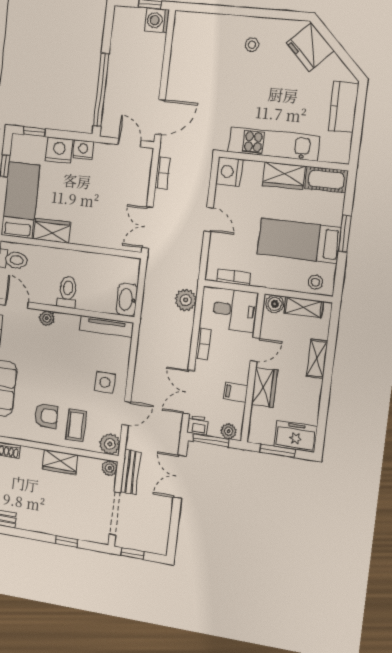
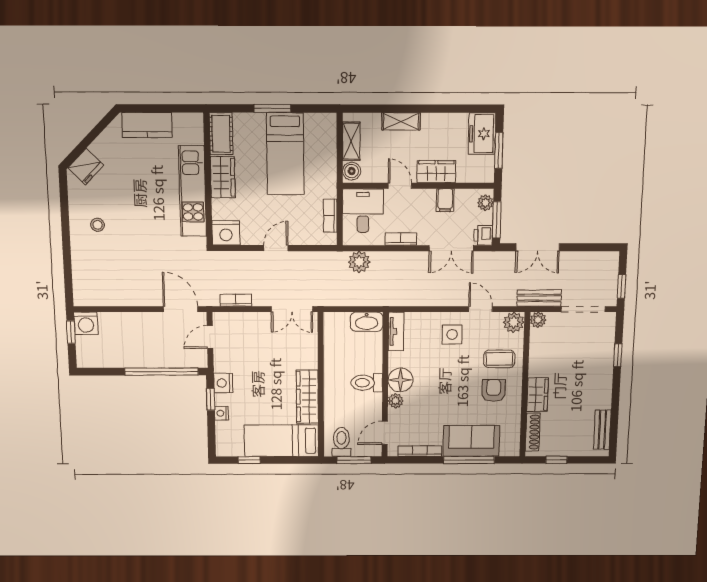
fridge: (310, 47) -> (86, 166), width x0.73, depth x0.75
window: (34, 132) -> (211, 399), moved
nightstand: (59, 150) -> (221, 413), width x0.53, depth x0.56
wardrobe: (52, 231) -> (307, 397), width x1.50
stool: (315, 282) -> (325, 132), removed
floor lamp: (67, 326) -> (400, 380), added
tv unit: (106, 326) -> (396, 331), width x0.71
wardrobe: (60, 462) -> (537, 395), moved

